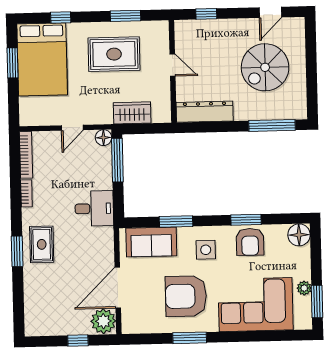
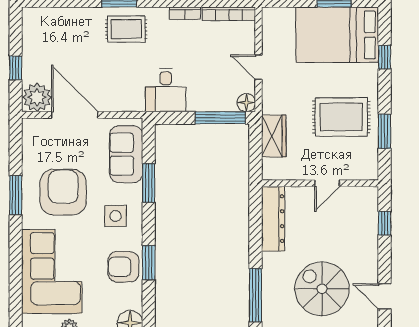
rug: (114, 54) -> (341, 117), turned 90

